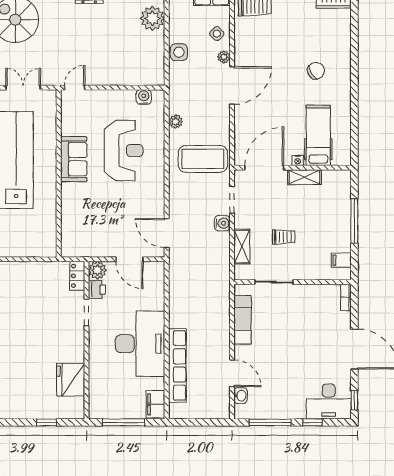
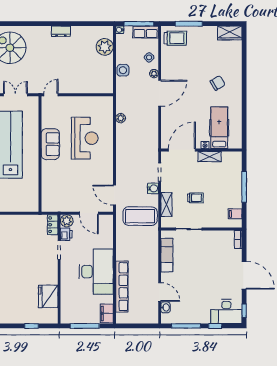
water cooler: (144, 97) -> (99, 101), removed
coffee table: (203, 159) -> (140, 216), moved

